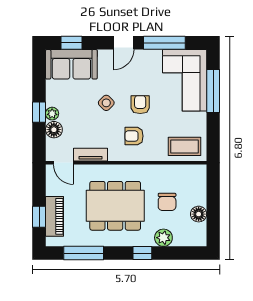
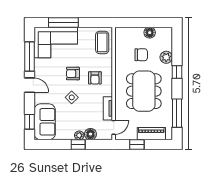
window: (39, 217) -> (137, 144), moved

